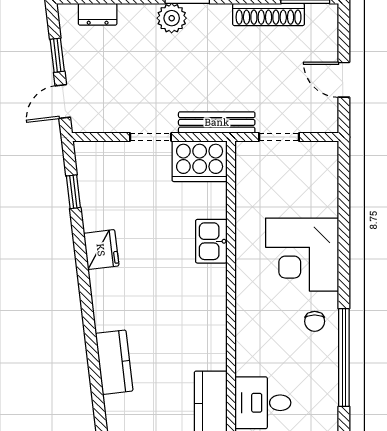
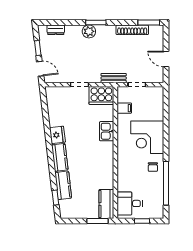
door: (63, 101) -> (40, 69), swing flipped
bench: (217, 122) -> (114, 78), width x0.73
filing cabinet: (251, 190) -> (124, 108), added
window: (73, 192) -> (55, 198), moved
kitchen counter: (107, 300) -> (60, 157), added

